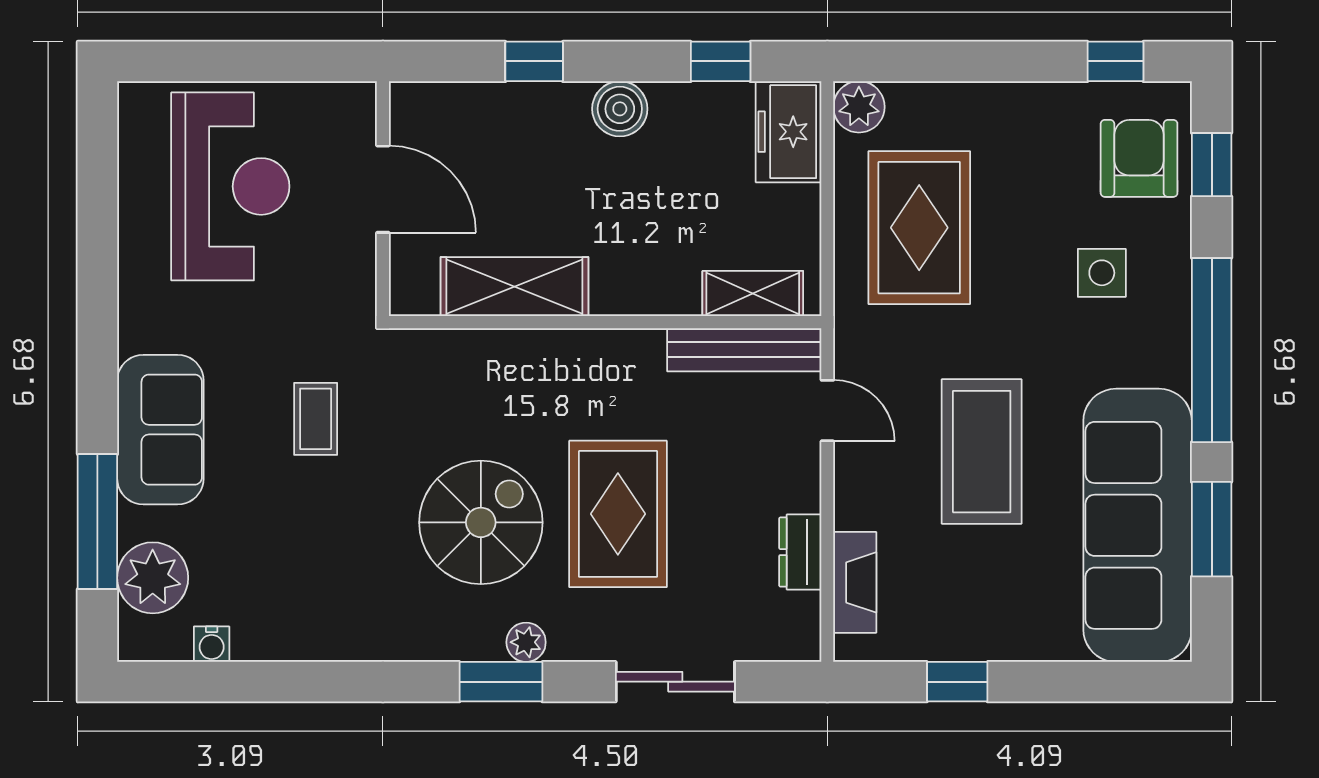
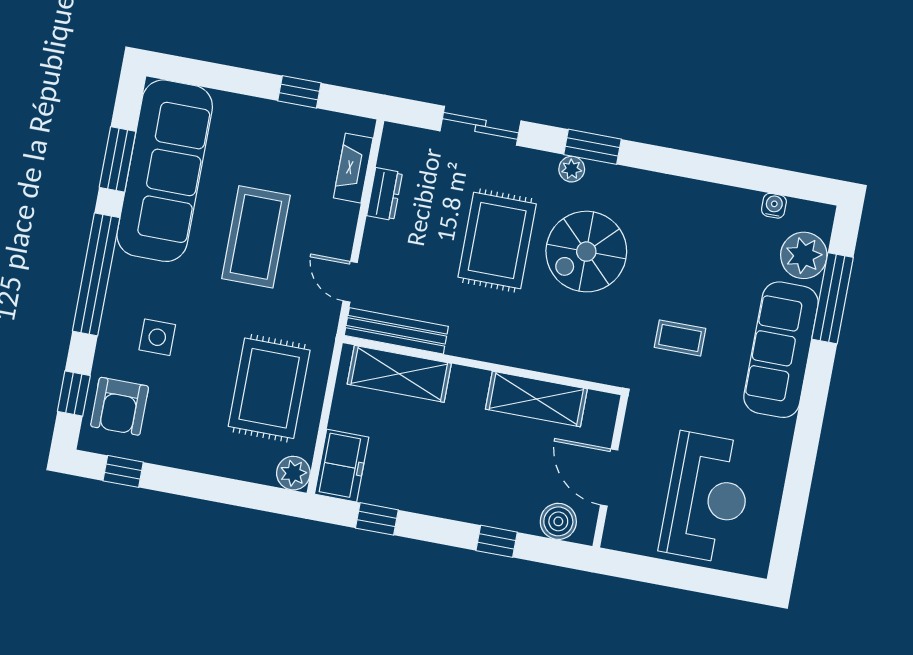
boiler: (620, 109) -> (558, 521), moved
reception desk: (230, 186) -> (707, 498), turned 180
shelving: (753, 294) -> (399, 374), width x1.50, depth x1.33
coffee table: (316, 419) -> (680, 338), turned 90
sofa: (160, 430) -> (781, 350), width x1.36

